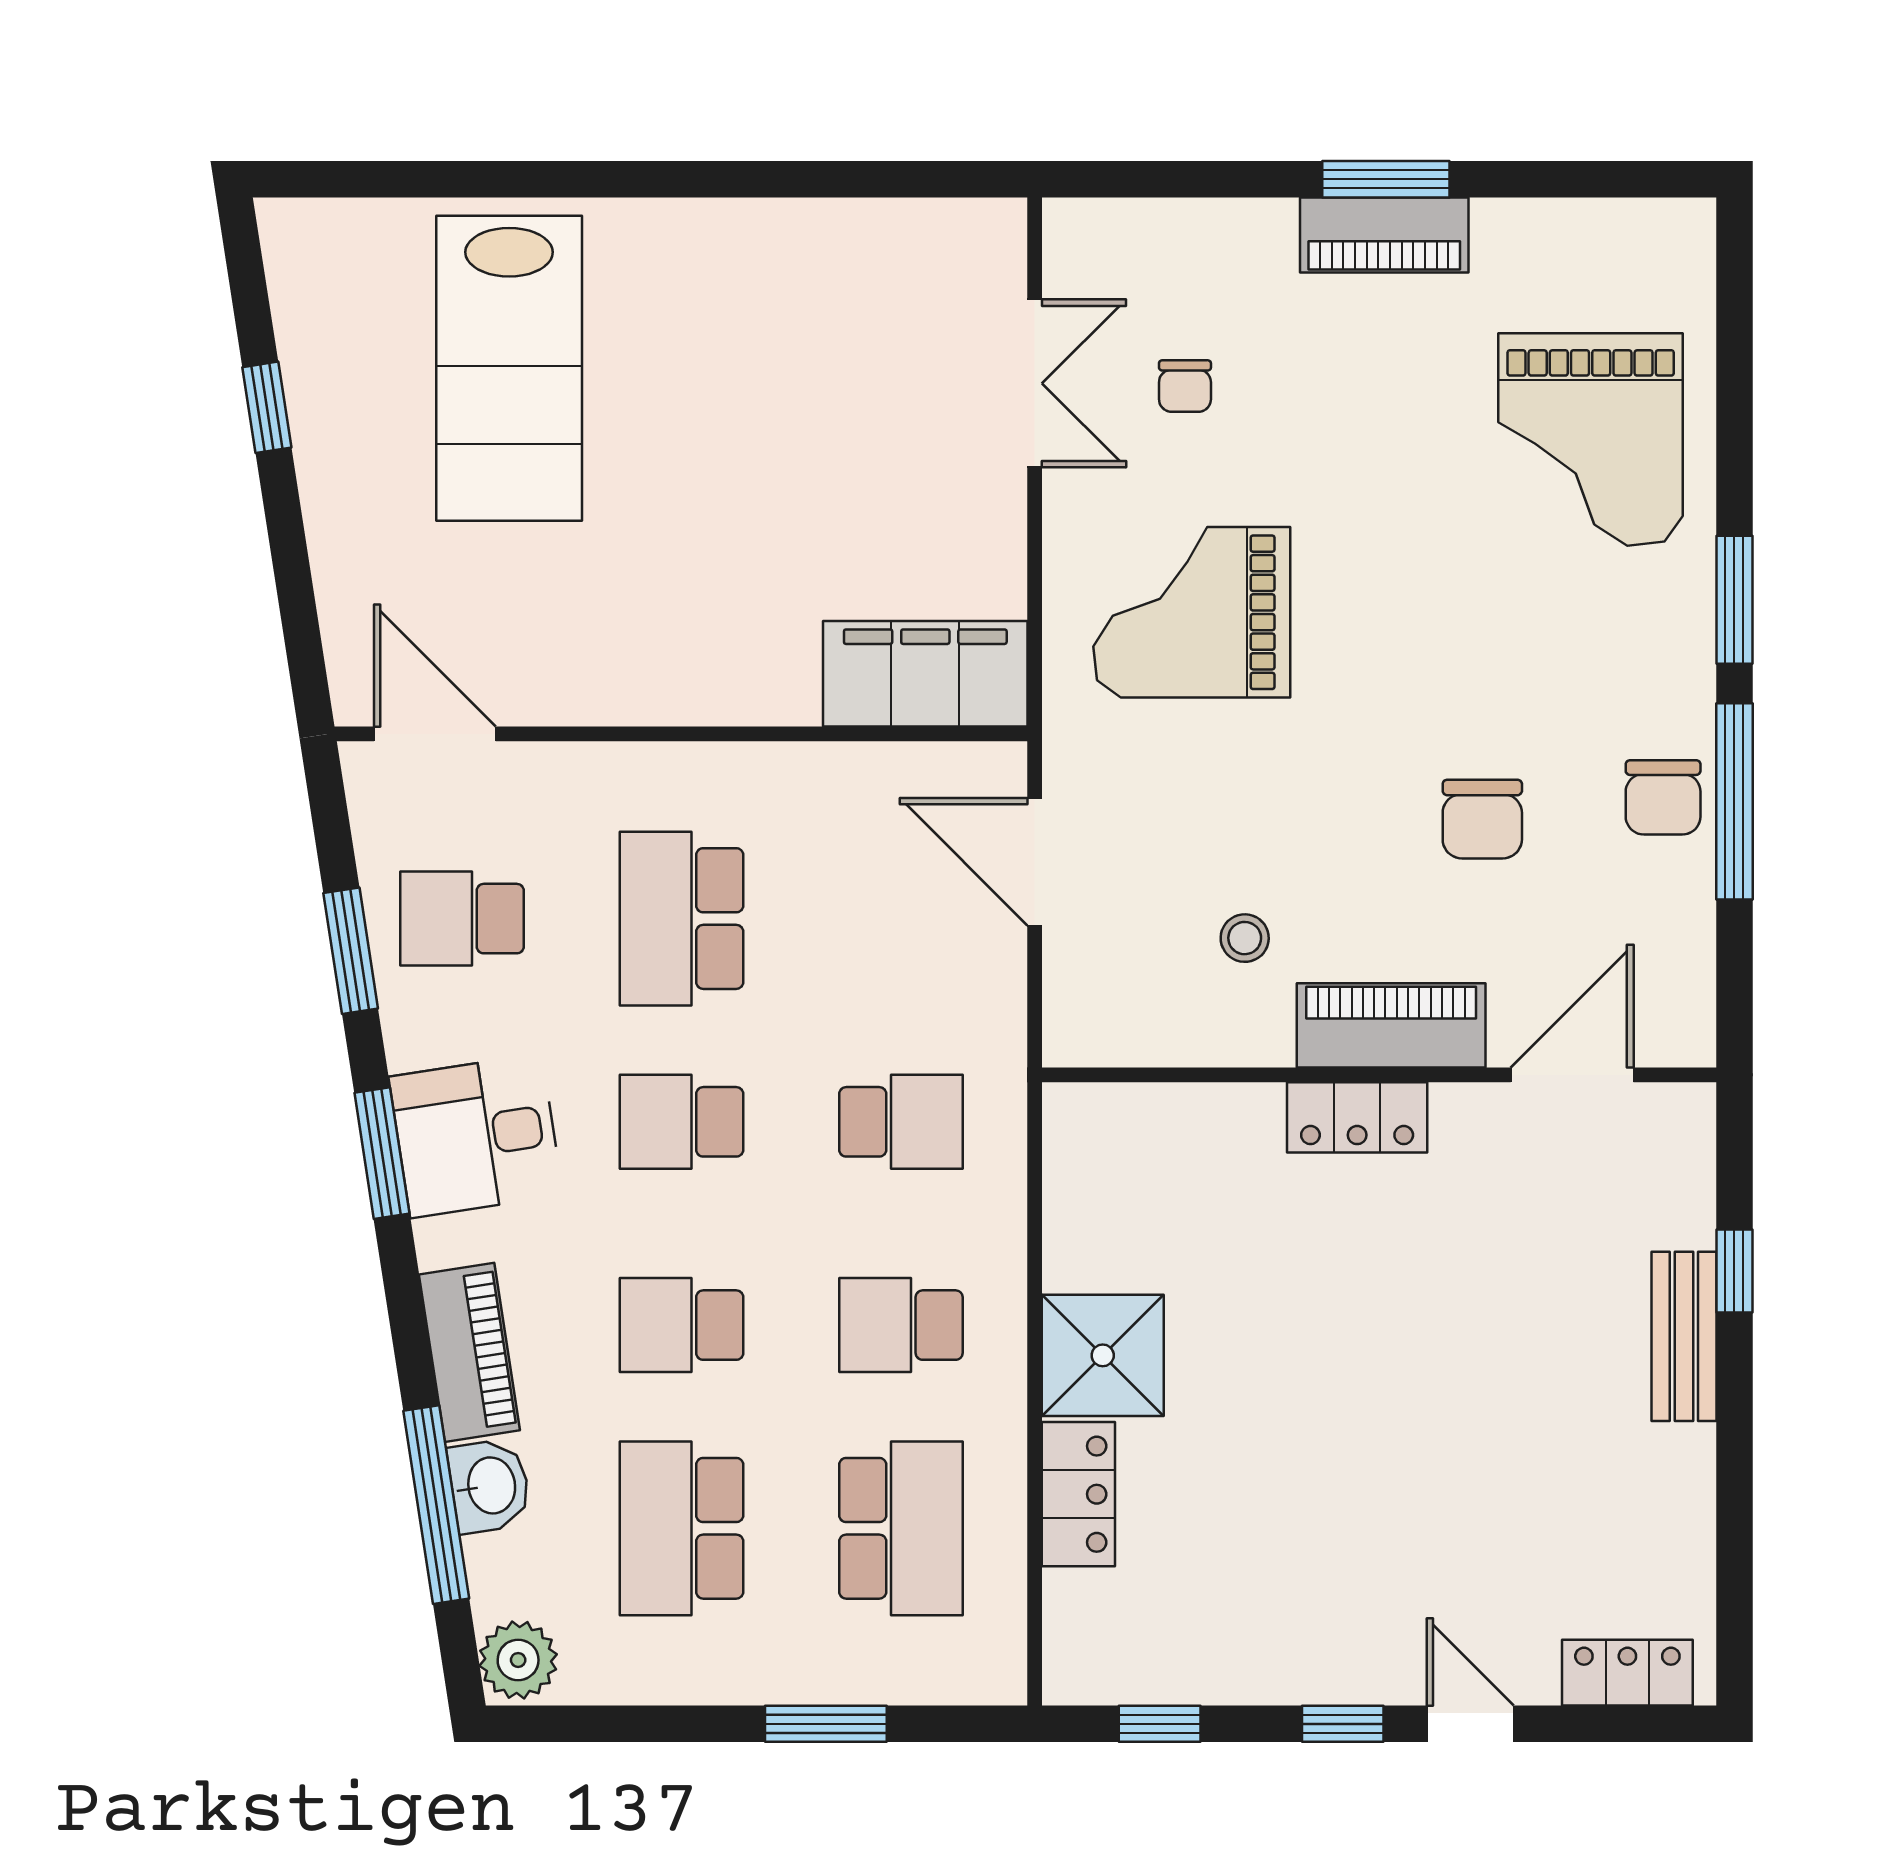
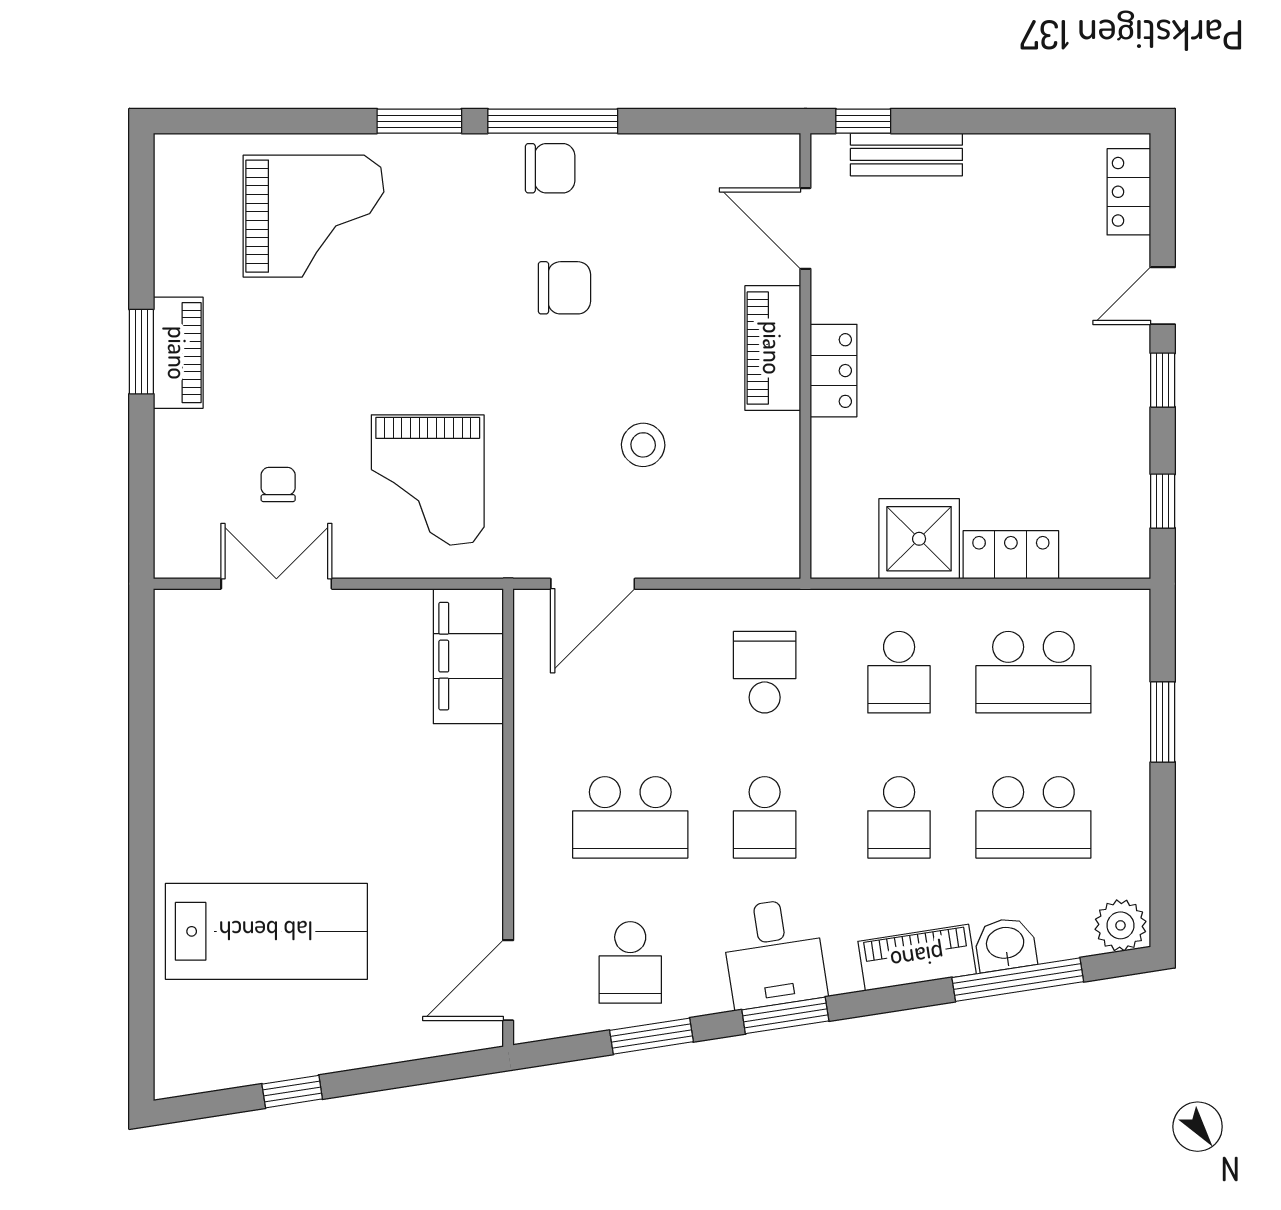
chair: (1185, 386) -> (278, 484), turned -90
stool: (1245, 938) -> (643, 445), width x1.37, depth x1.37
piano: (1391, 1025) -> (773, 348), moved
wall: (1379, 1075) -> (805, 356), moved
door: (1572, 1075) -> (805, 228), moved
locker: (1357, 1117) -> (834, 371), moved
school desk: (901, 1528) -> (1033, 672), turned 180

